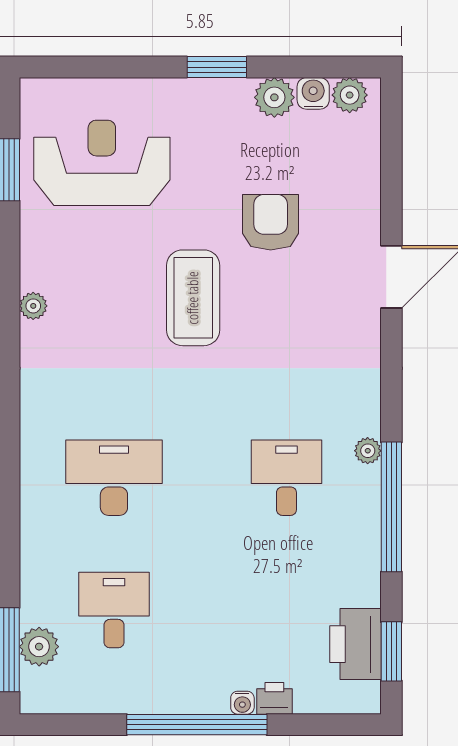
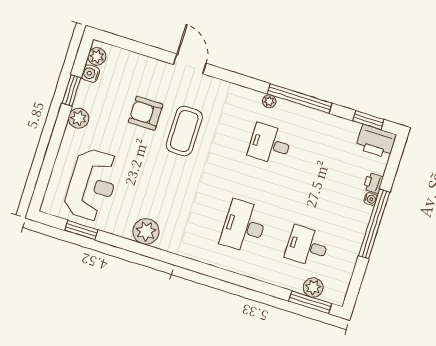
window: (217, 67) -> (71, 90), moved
plant: (274, 97) -> (79, 118), moved
reception desk: (102, 163) -> (92, 185), turned 180
coffee table: (193, 298) -> (184, 131), moved, turned 90
plant: (33, 306) -> (146, 231), width x1.87, depth x1.87
printer: (355, 644) -> (376, 141), moved

